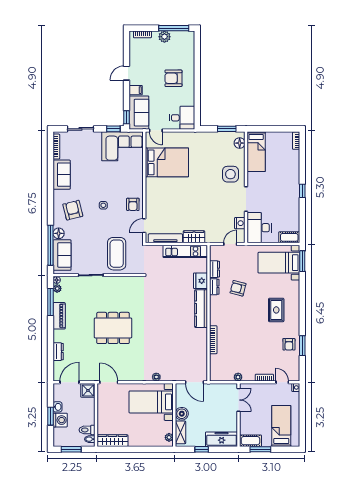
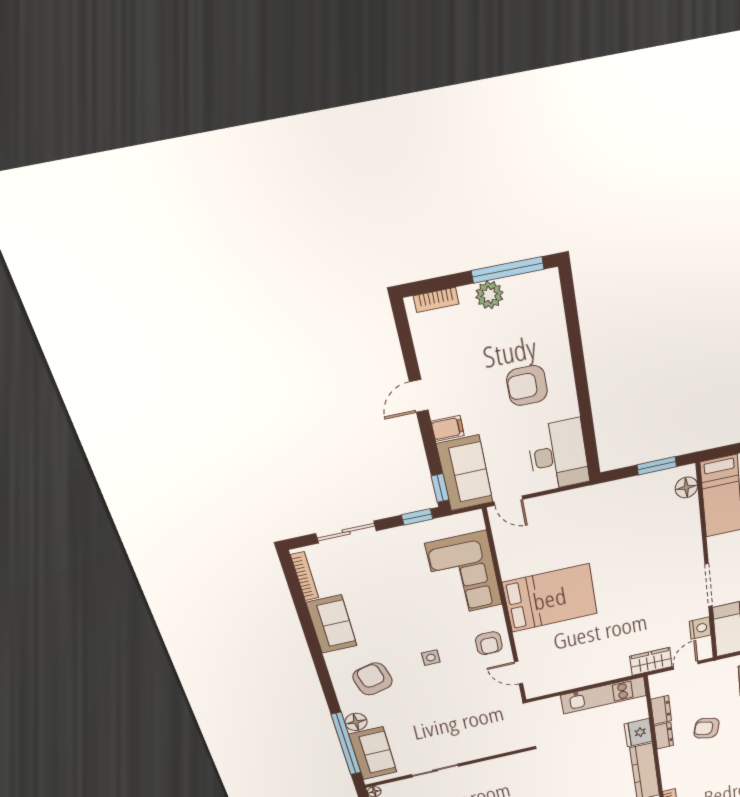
desk: (182, 118) -> (558, 455), width x1.37
corner sofa: (123, 146) -> (464, 574), moved, turned 90
bed: (167, 162) -> (550, 598), moved
side table: (230, 174) -> (674, 549), removed
door: (144, 226) -> (519, 673), hinge flipped
wardrobe: (194, 237) -> (651, 661), moved
tv unit: (165, 238) -> (563, 684), removed
coffee table: (117, 254) -> (476, 728), removed

